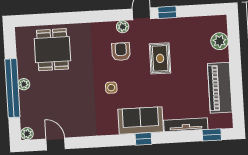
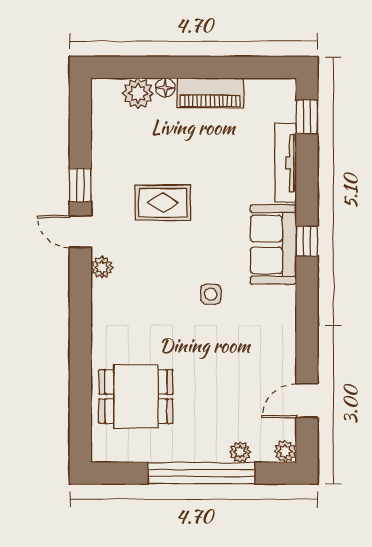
armchair: (121, 52) -> (147, 273), removed
floor lamp: (224, 56) -> (165, 88), added
plant: (24, 84) -> (240, 452), moved
piano: (220, 88) -> (210, 93), width x0.73, depth x0.75

